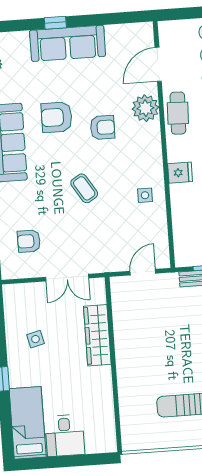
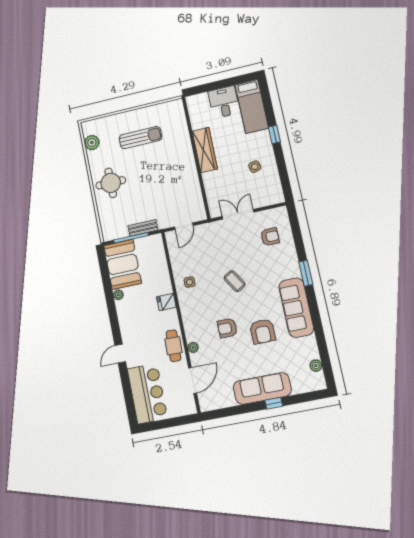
plant: (145, 108) -> (193, 347), width x0.53, depth x0.53
armchair: (57, 117) -> (263, 331), turned 90
wardrobe: (97, 335) -> (205, 150), moved

